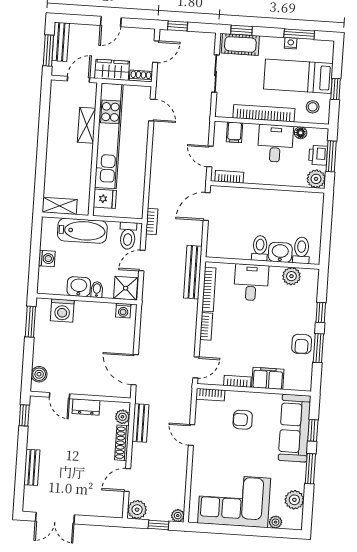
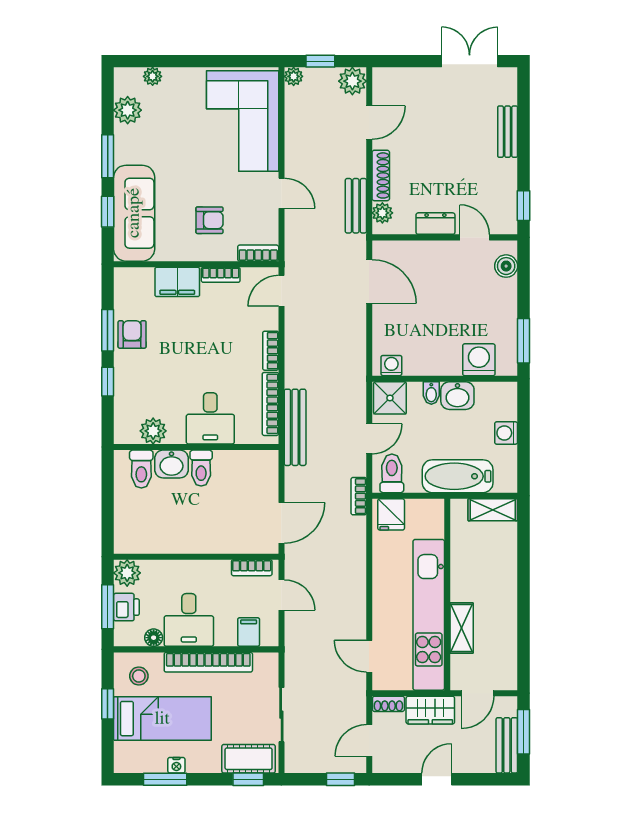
fridge: (105, 199) -> (391, 514), moved, turned -90
corner sofa: (234, 501) -> (243, 121), moved, turned 90

